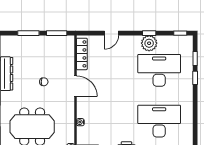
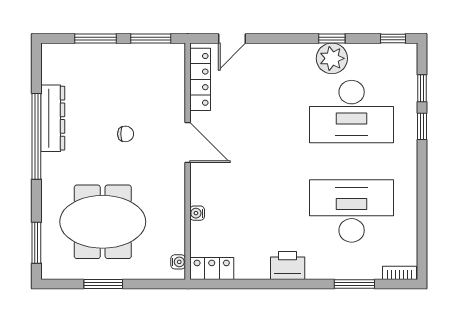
door: (111, 33) -> (232, 39), moved
desk: (159, 70) -> (352, 112), turned 180

